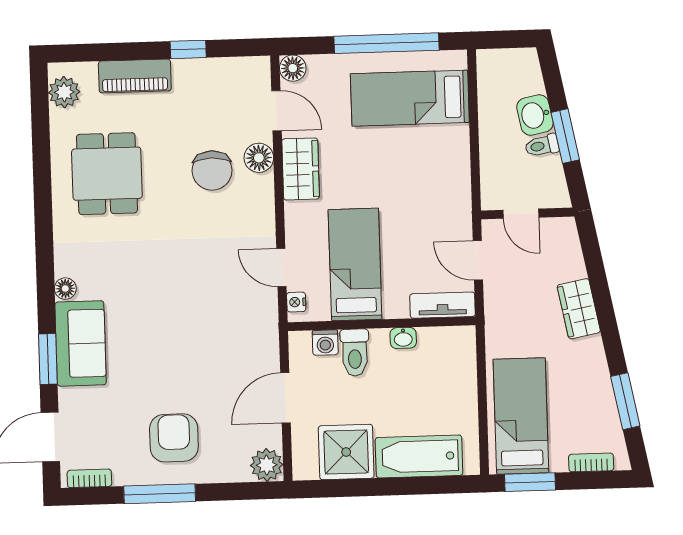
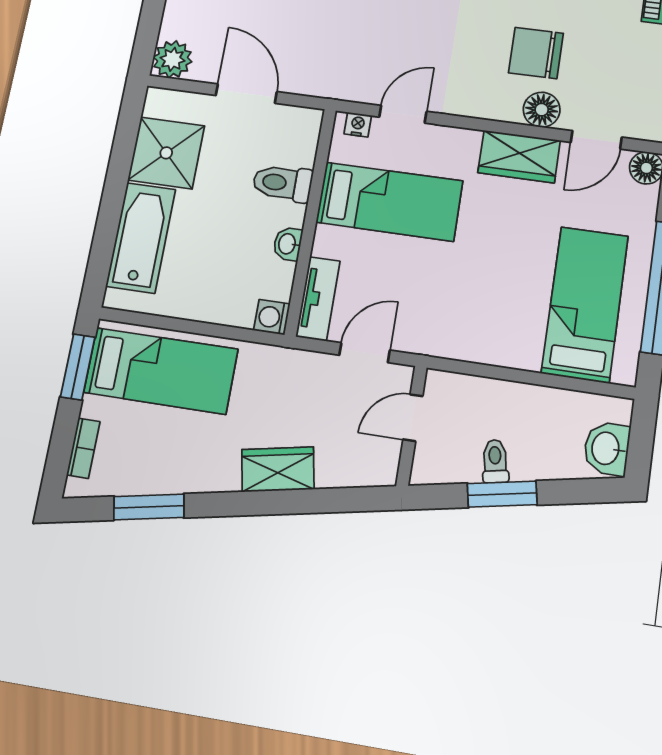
washbasin: (535, 115) -> (607, 448), moved, turned -79
washing machine: (325, 343) -> (272, 317), moved

